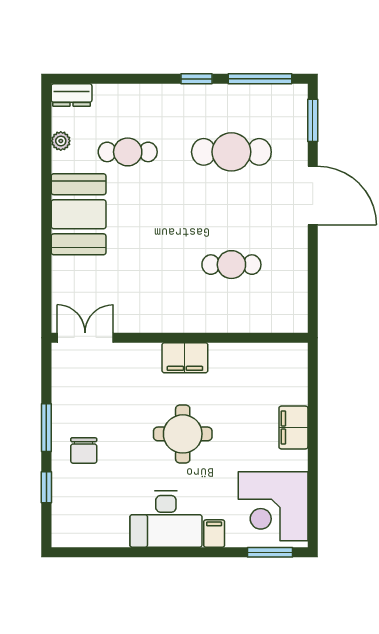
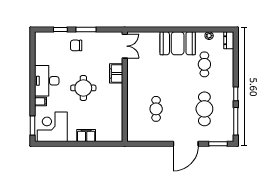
filing cabinet: (185, 358) -> (116, 73), moved

